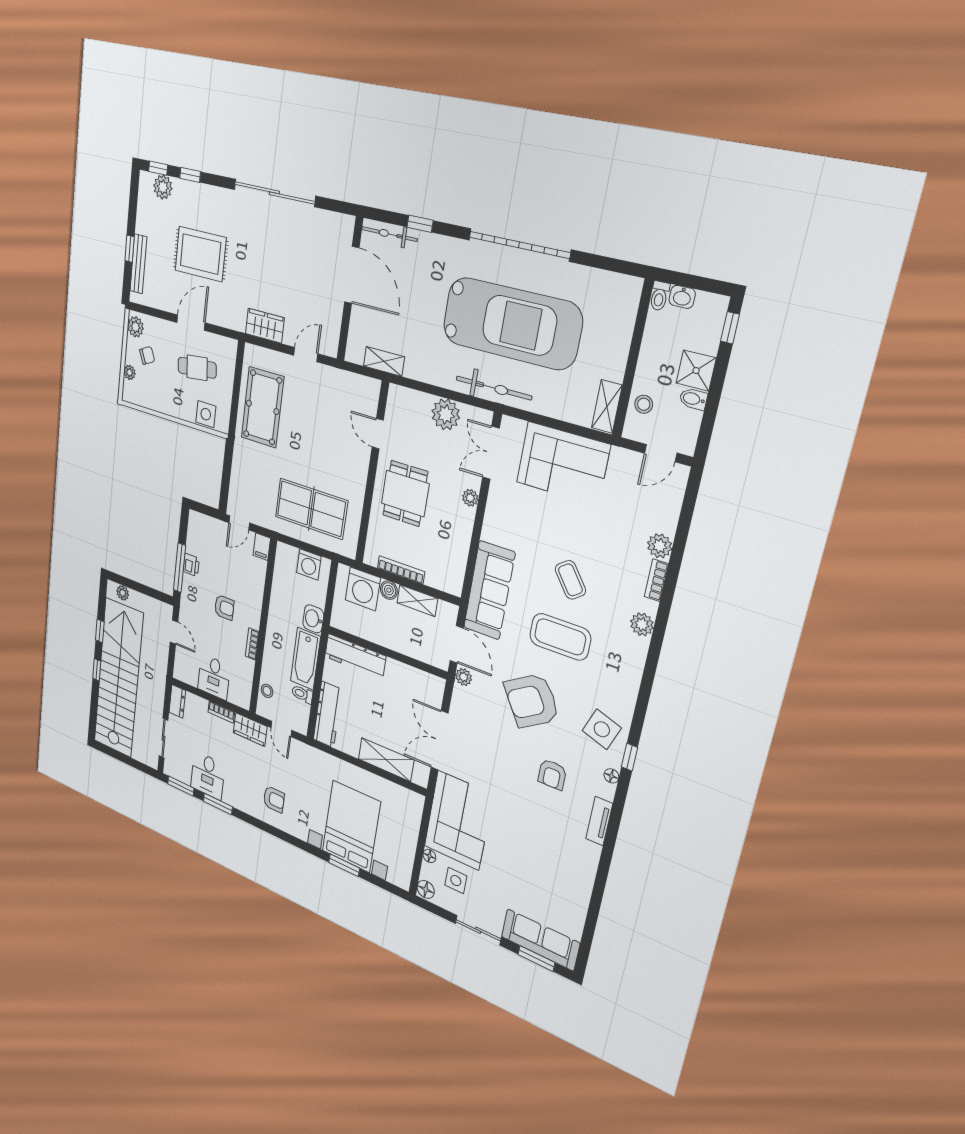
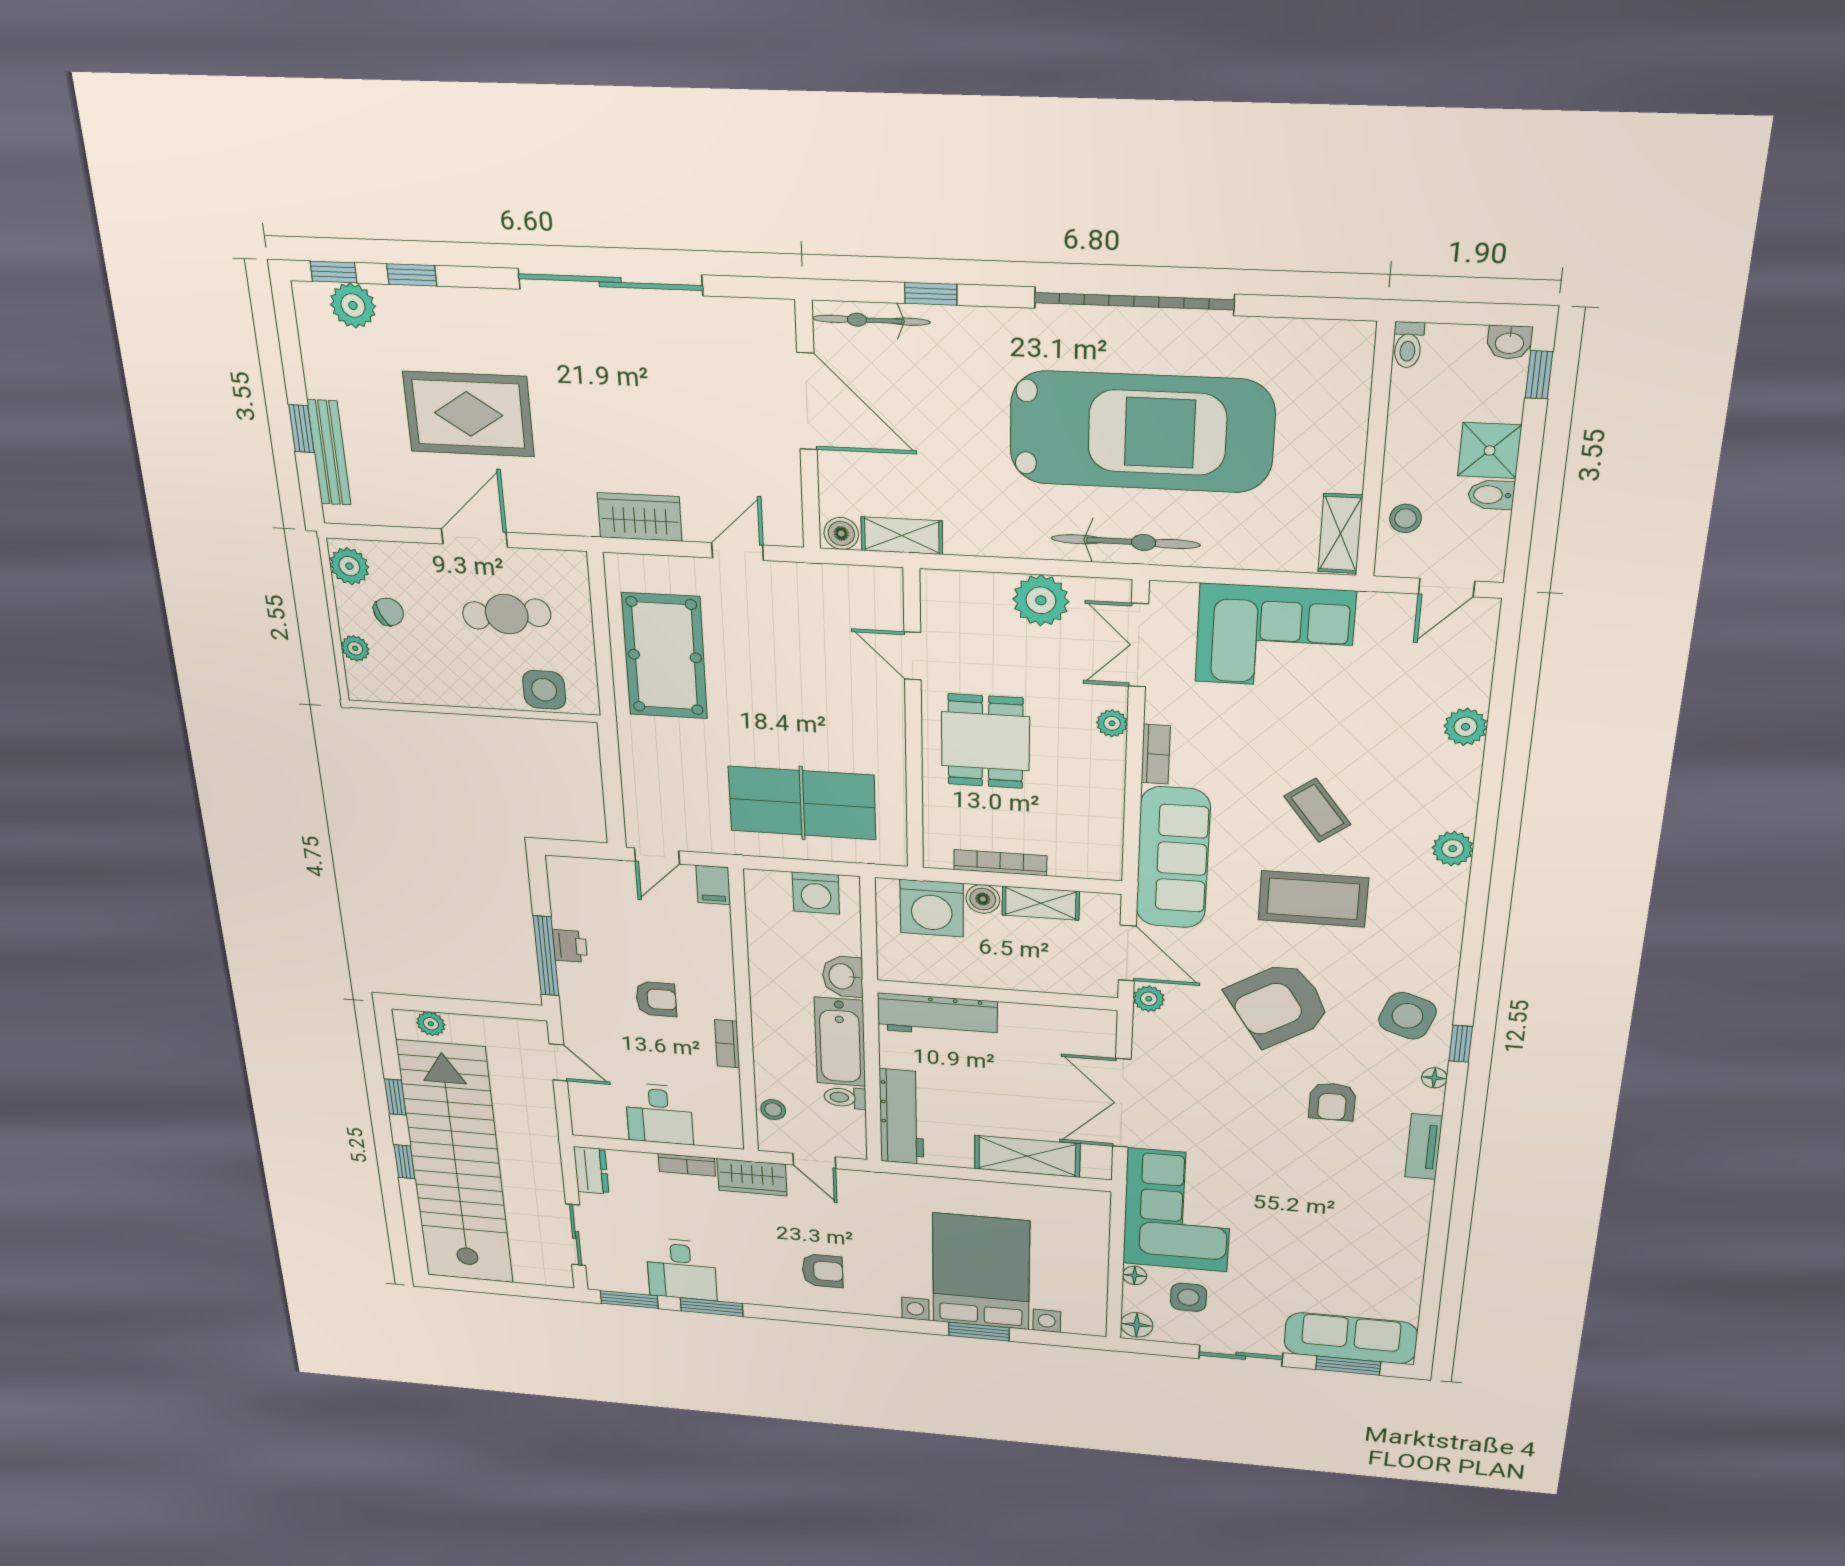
washbasin: (682, 297) -> (1510, 342), moved
boiler: (355, 354) -> (841, 533), added
bookcase: (656, 580) -> (1156, 754), moved, turned 180

